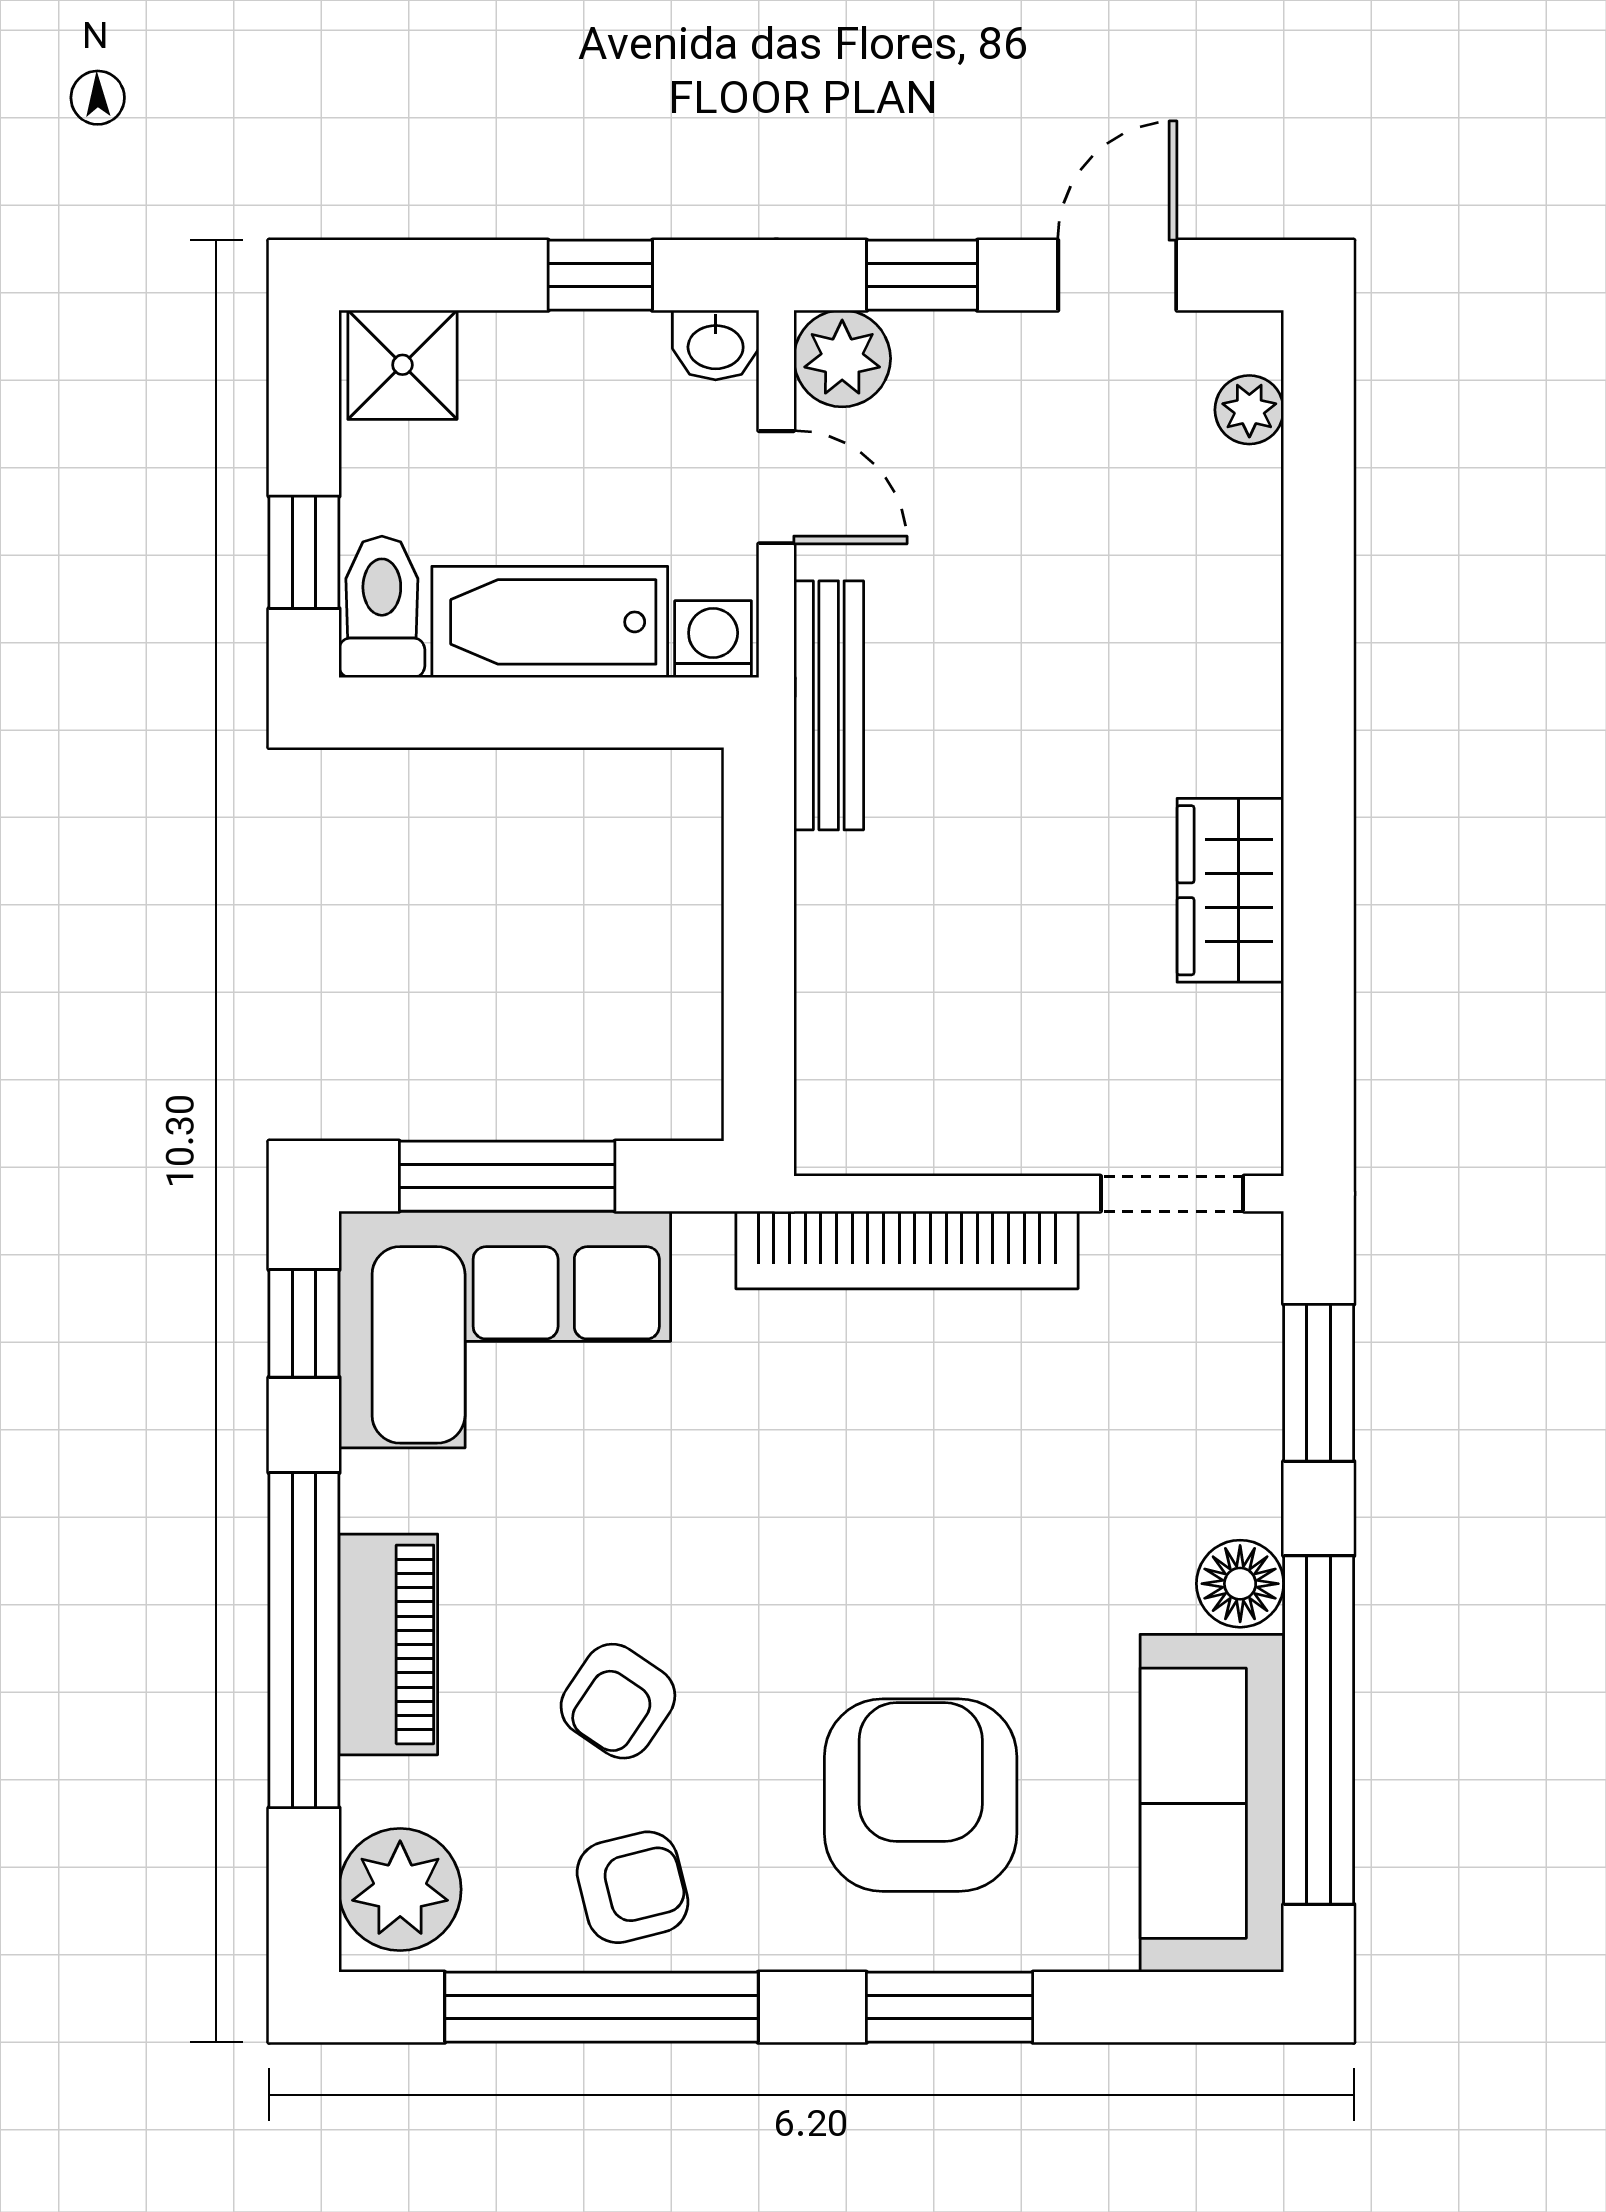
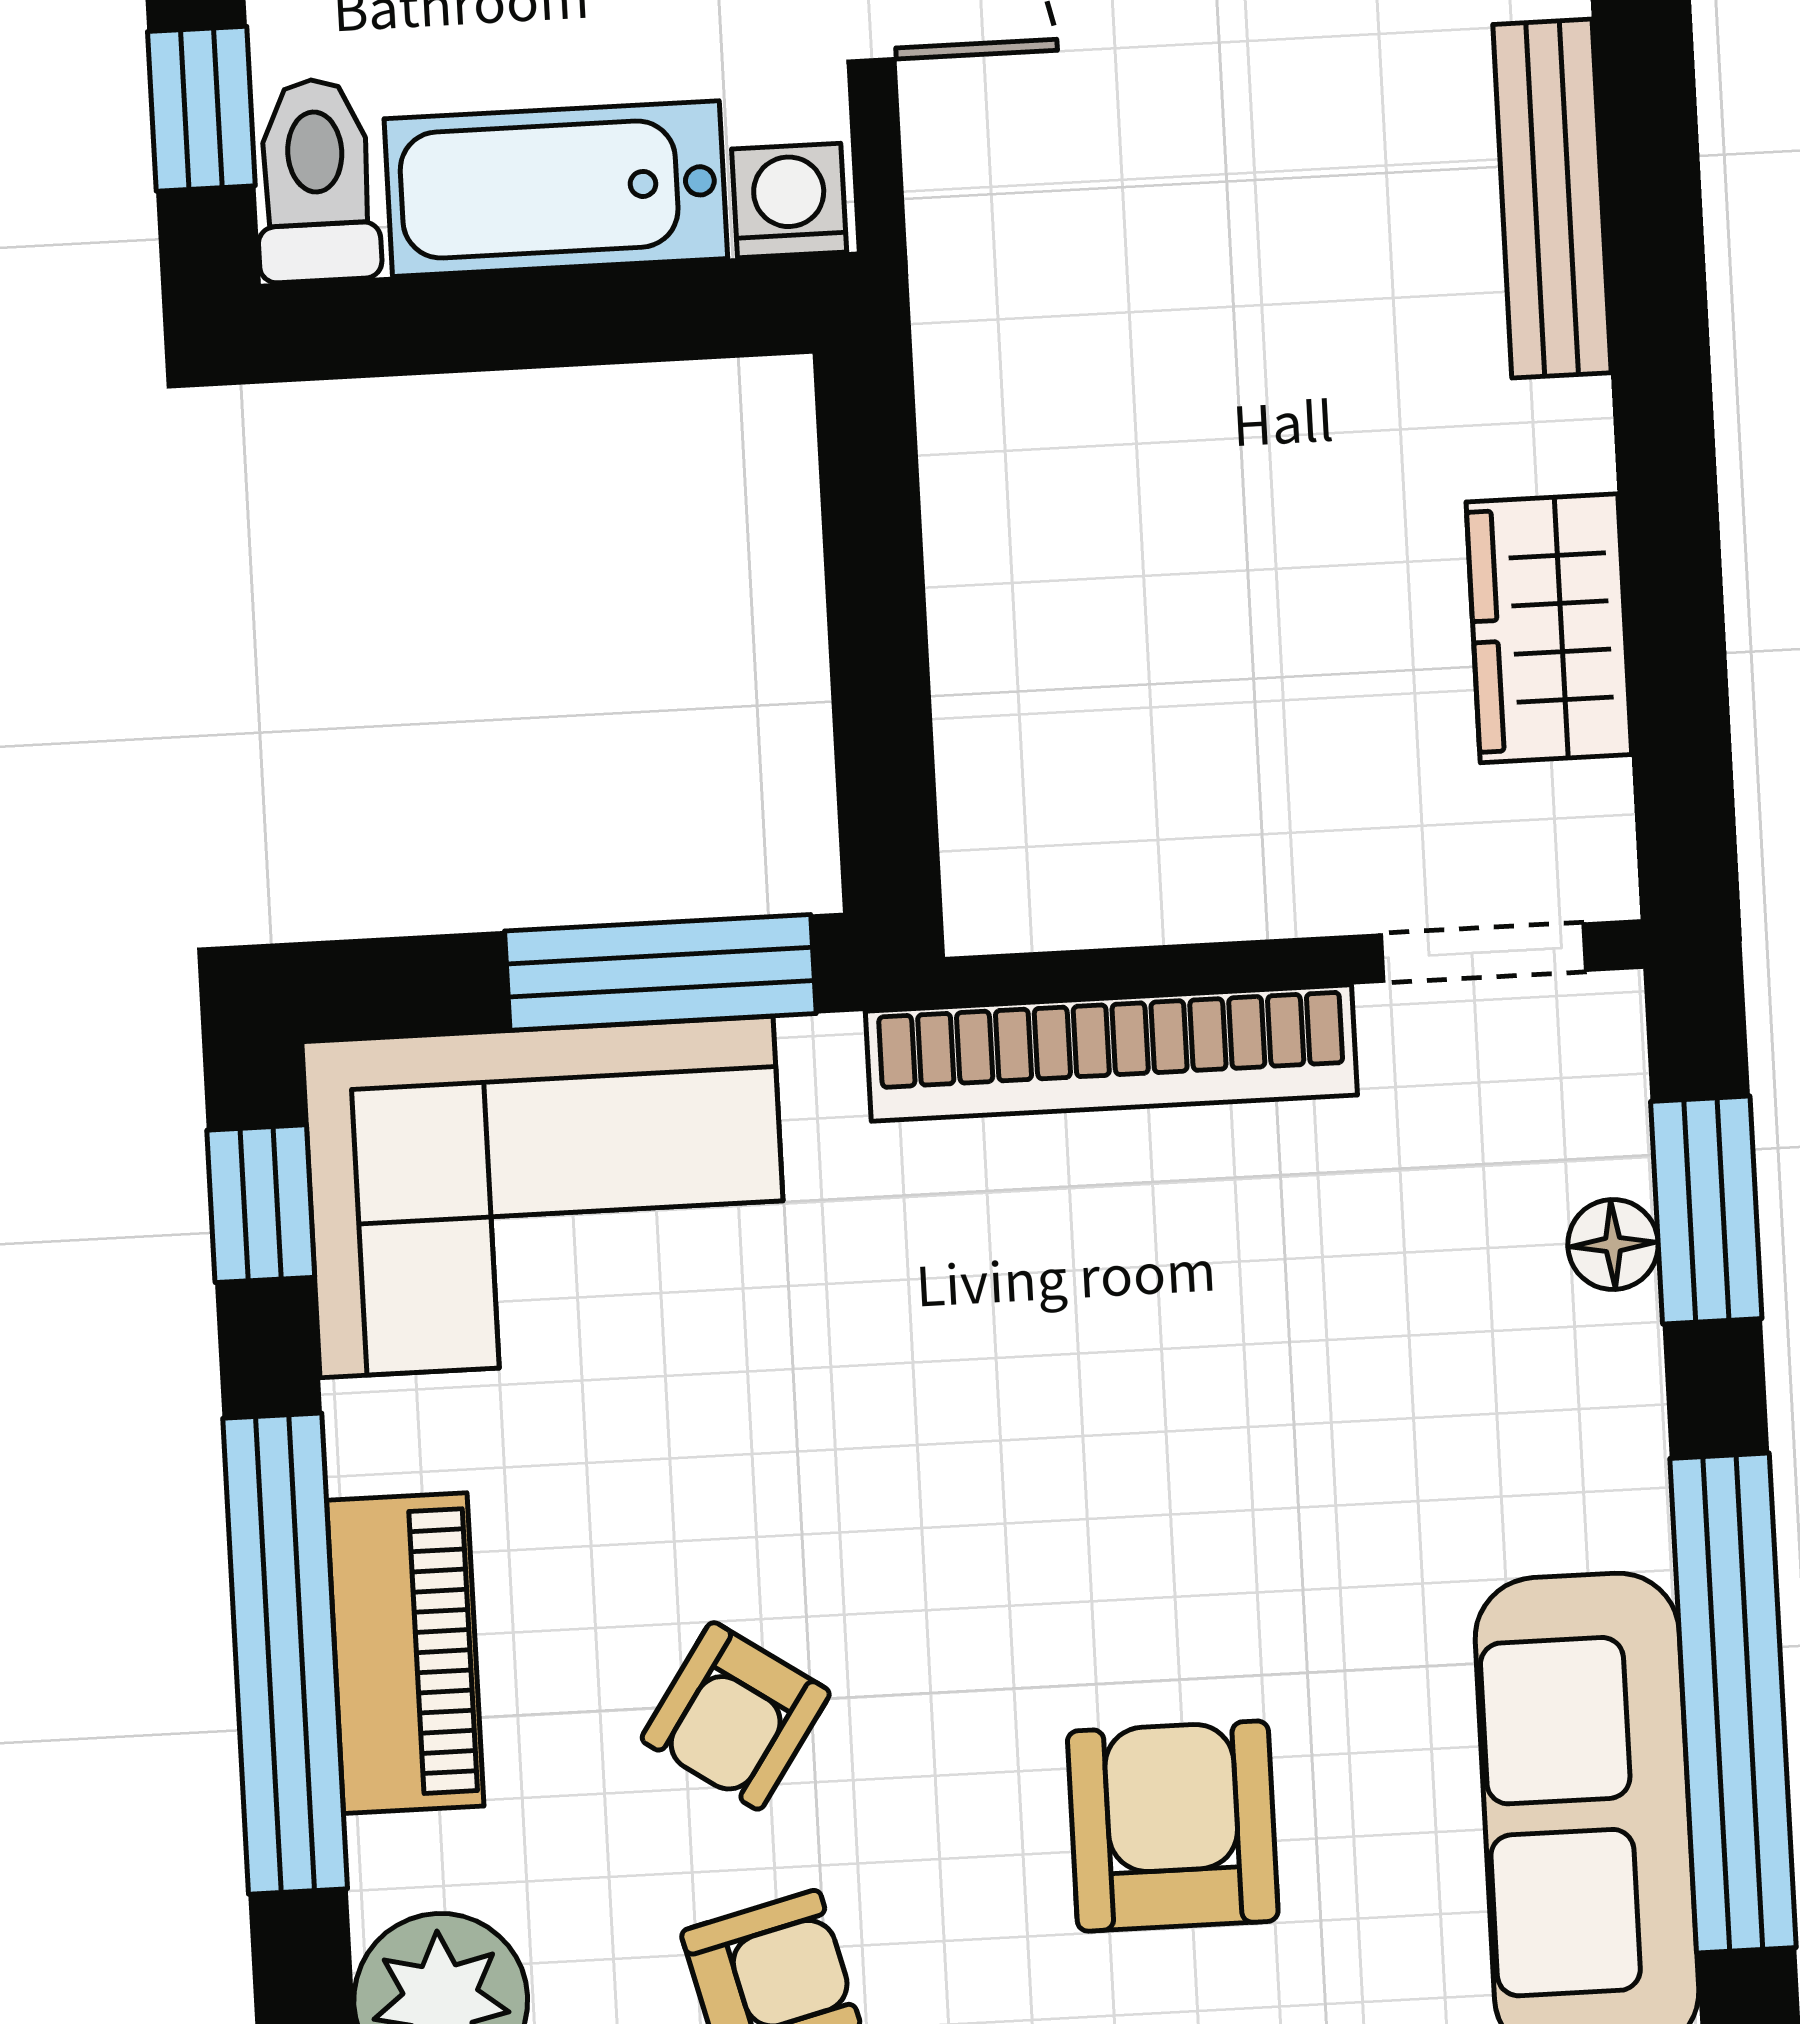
bench: (829, 705) -> (1552, 199), moved
wardrobe: (1230, 890) -> (1549, 628), moved
window: (507, 1176) -> (660, 972), moved
floor lamp: (1240, 1584) -> (1613, 1245), moved, width x0.73, depth x0.73
armchair: (921, 1795) -> (1173, 1826), width x0.73, depth x0.73

